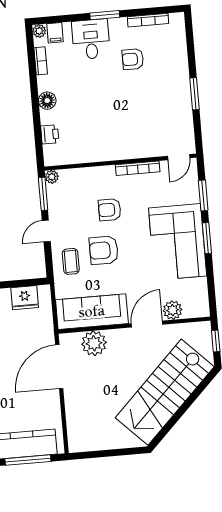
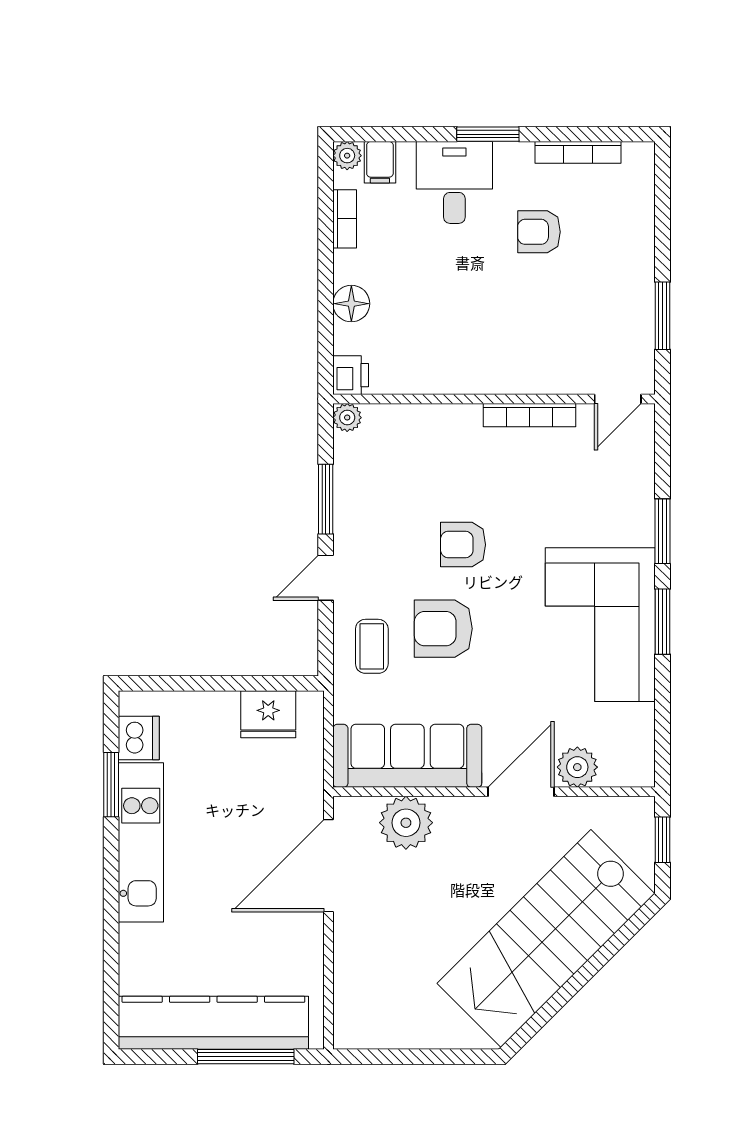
door: (179, 157) -> (618, 399), moved
wall: (120, 162) -> (494, 399), moved
bookcase: (138, 168) -> (529, 415), moved
plant: (52, 177) -> (347, 418), moved

